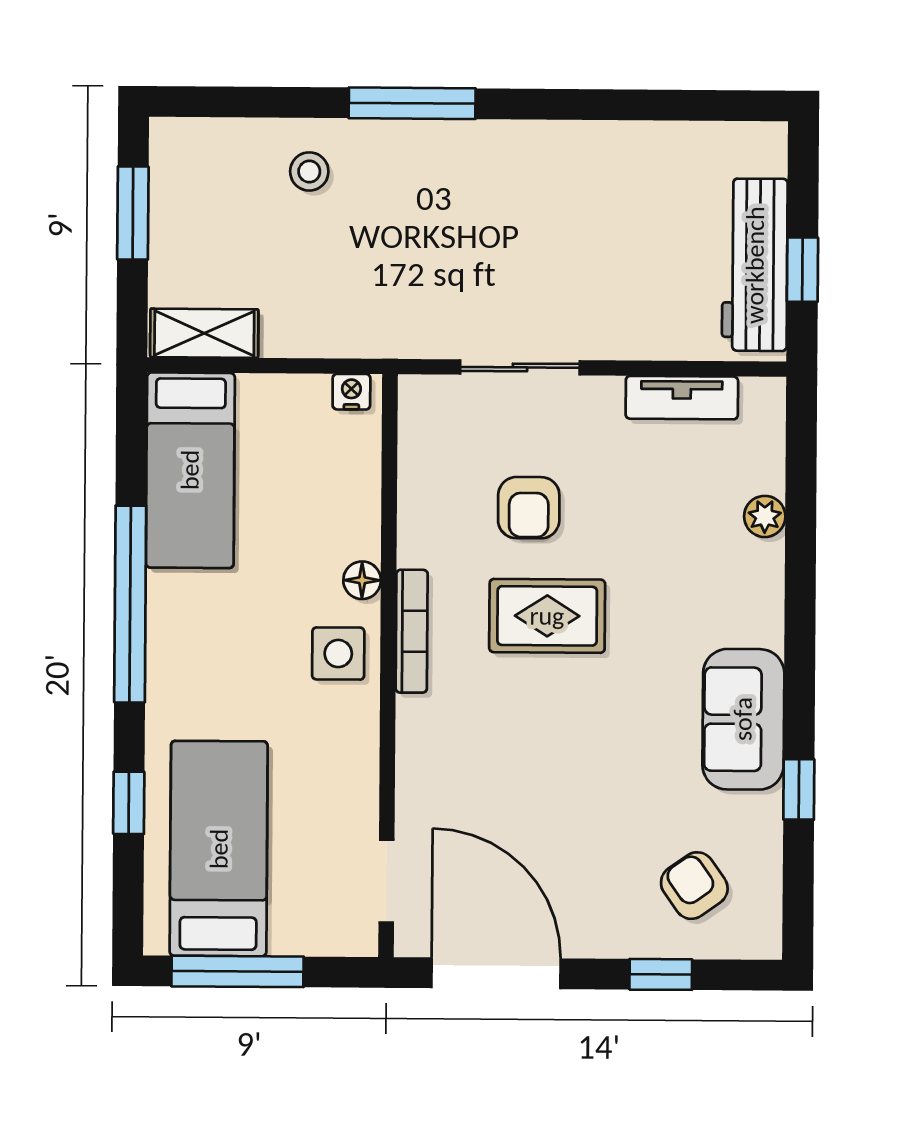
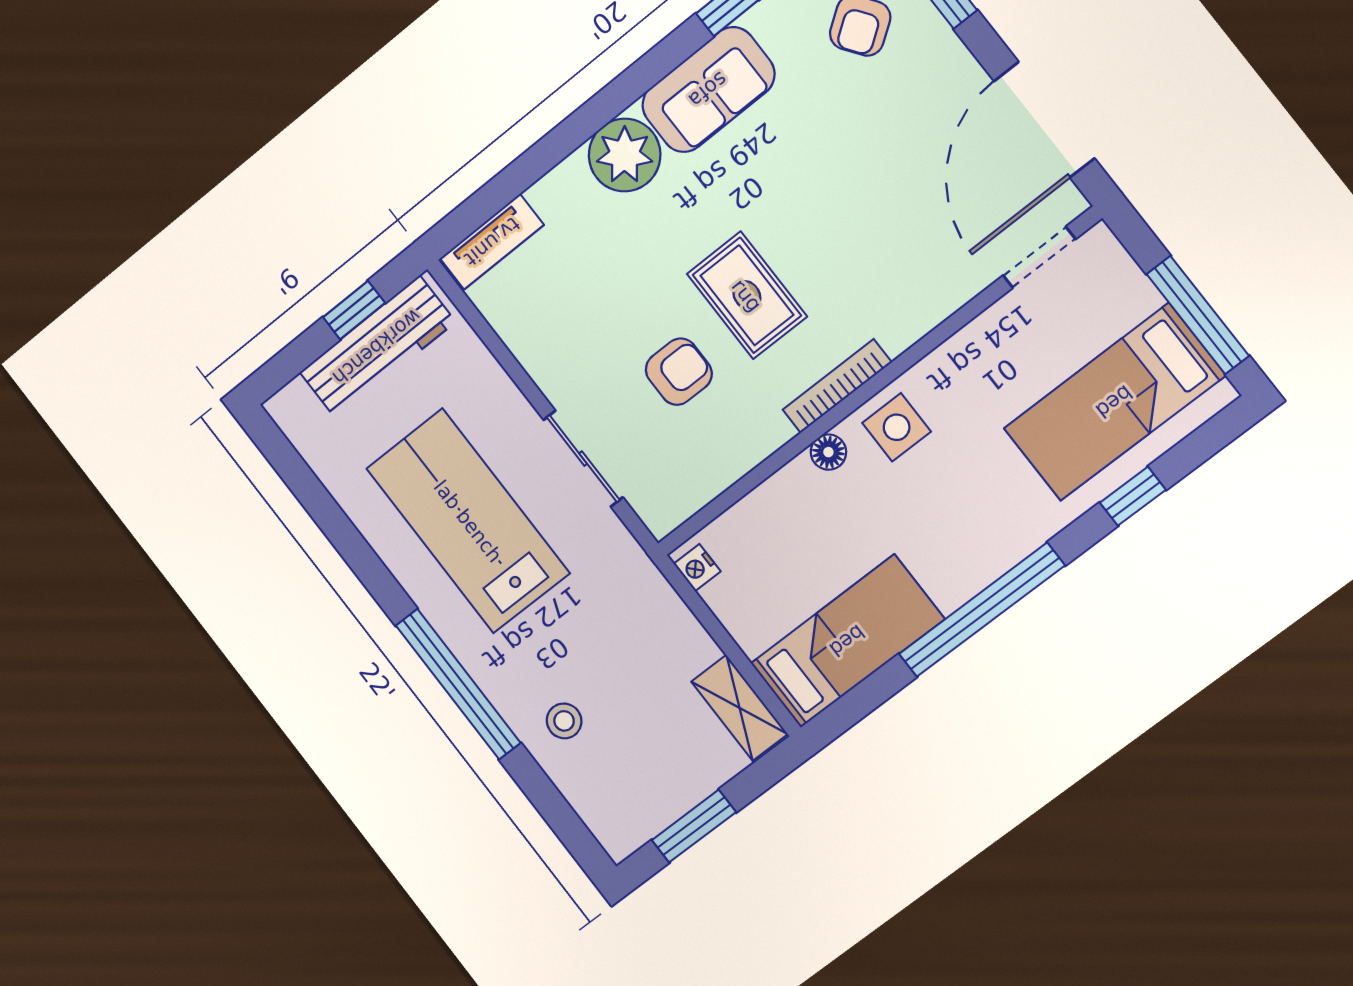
window: (412, 103) -> (458, 684), width x1.46
lab bench: (545, 225) -> (468, 521), added
tv unit: (682, 398) -> (492, 242), moved, turned 90
plant: (765, 516) -> (625, 155), moved, width x1.87, depth x1.87

